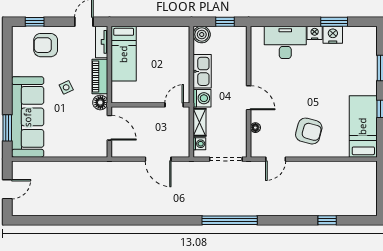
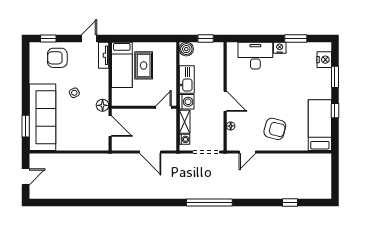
nightstand: (333, 35) -> (324, 60), moved, turned 90
rug: (150, 54) -> (144, 65), added
piano: (100, 76) -> (102, 84), removed

